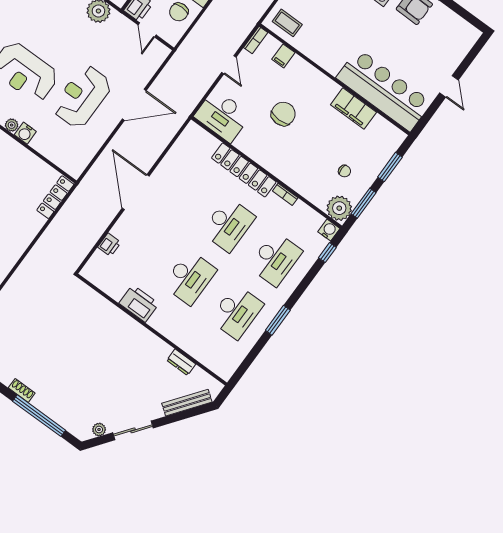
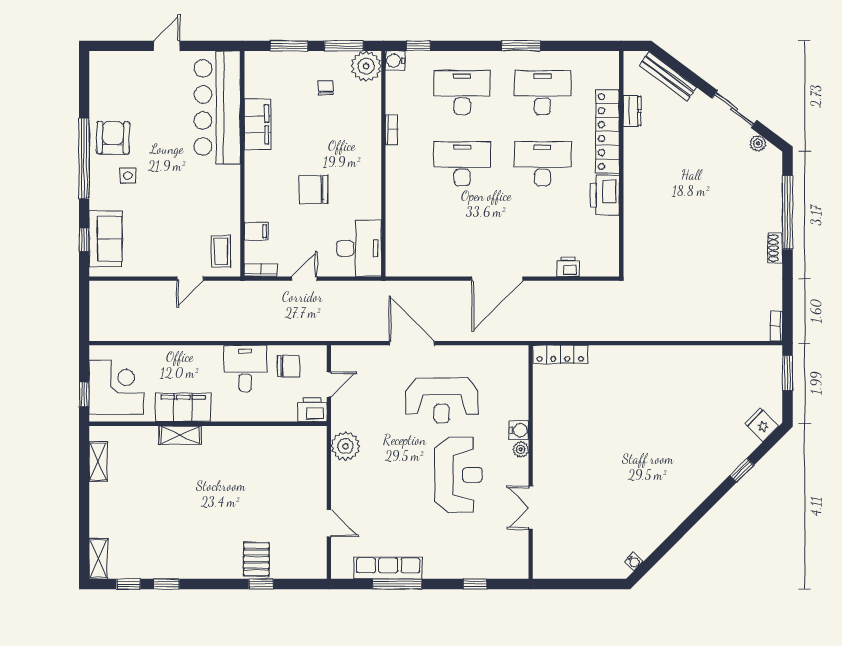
locker: (244, 170) -> (607, 132), moved, turned 180

